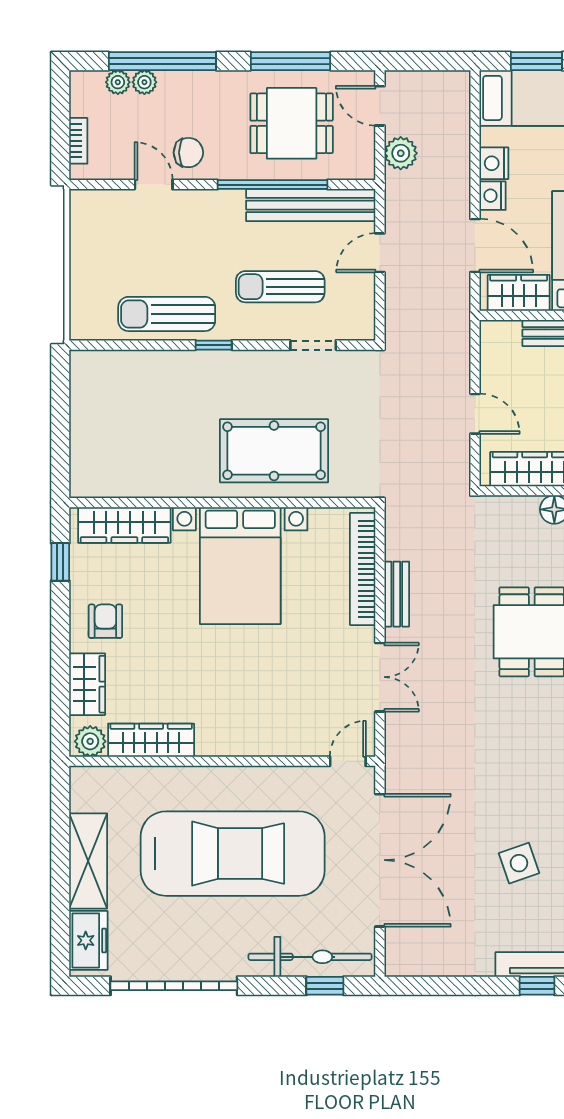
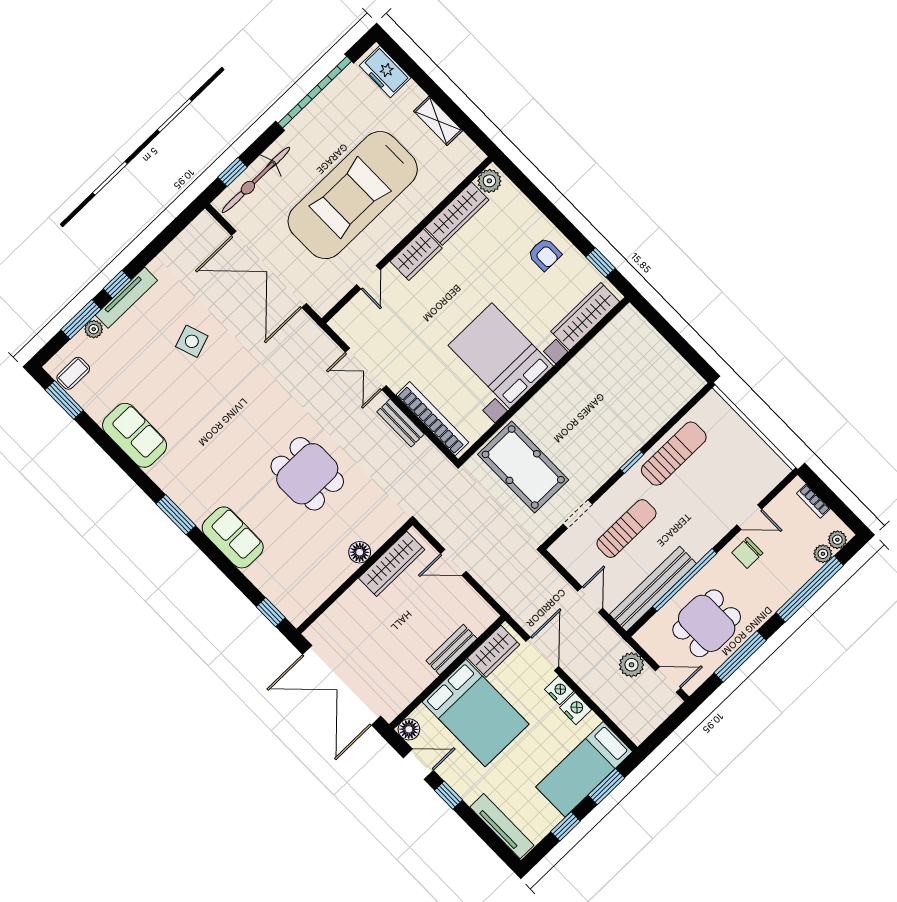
plant: (144, 82) -> (837, 540), moved
door: (475, 245) -> (542, 654), swing flipped
pool table: (274, 451) -> (523, 467), moved, turned 90
wardrobe: (87, 684) -> (416, 255), moved, turned -90
door: (348, 761) -> (369, 277), moved
shelving: (88, 861) -> (438, 121), width x0.67, depth x0.75

